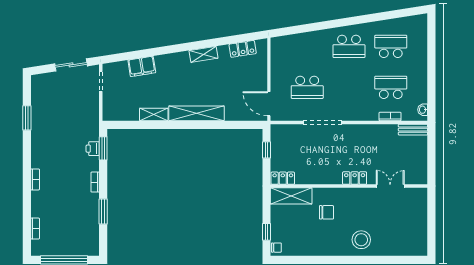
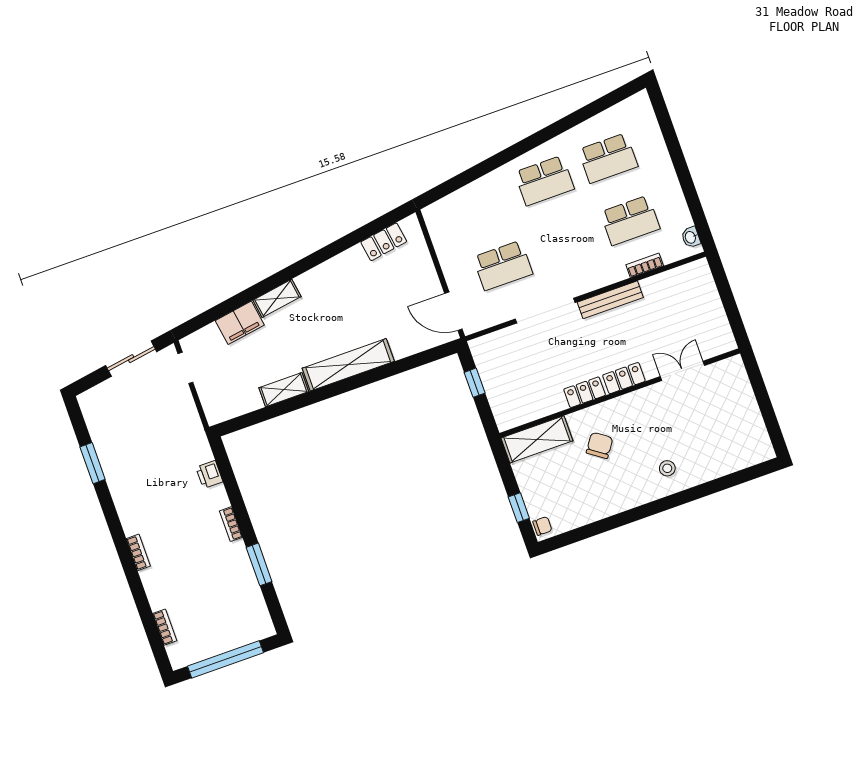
school desk: (391, 46) -> (608, 158), turned 180
shelving: (203, 54) -> (277, 298), moved
school desk: (391, 87) -> (630, 220), turned 180
bench: (413, 130) -> (610, 300), moved, width x1.36
window: (103, 148) -> (225, 468), removed
locker: (283, 178) -> (585, 392), moved
chair: (326, 212) -> (600, 445), turned -55
stool: (361, 240) -> (667, 468), width x0.53, depth x0.53

